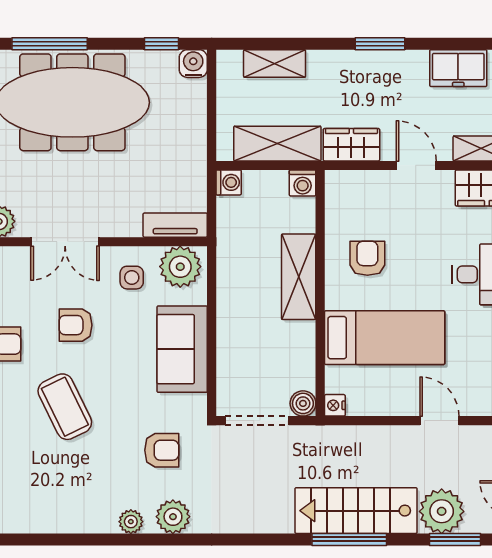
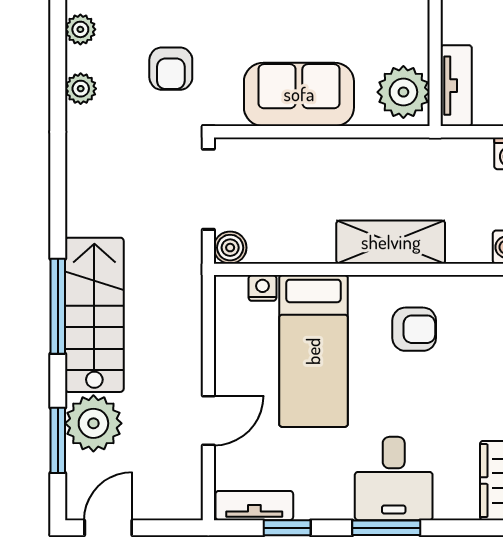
side table: (132, 278) -> (390, 31), removed
nightstand: (335, 405) -> (262, 288), moved
plant: (173, 517) -> (81, 89), width x0.73, depth x0.73

